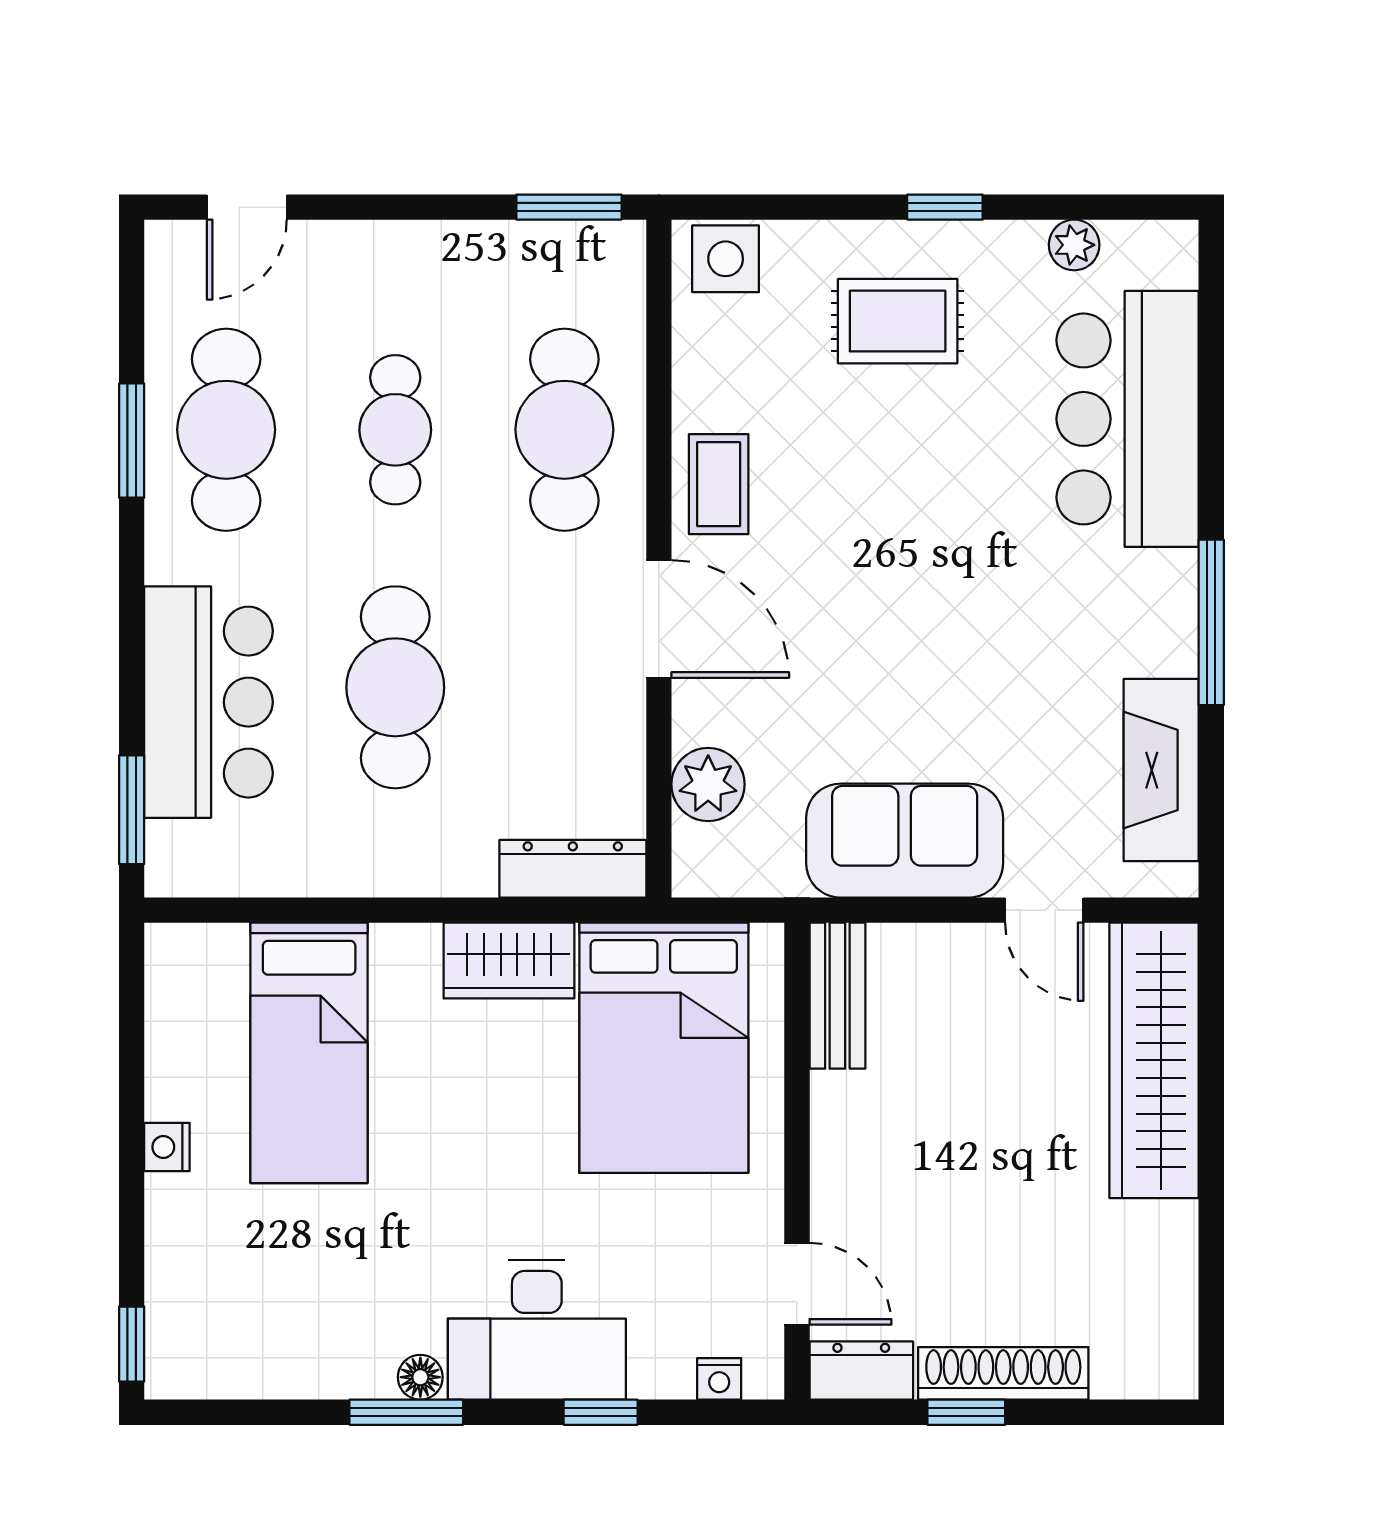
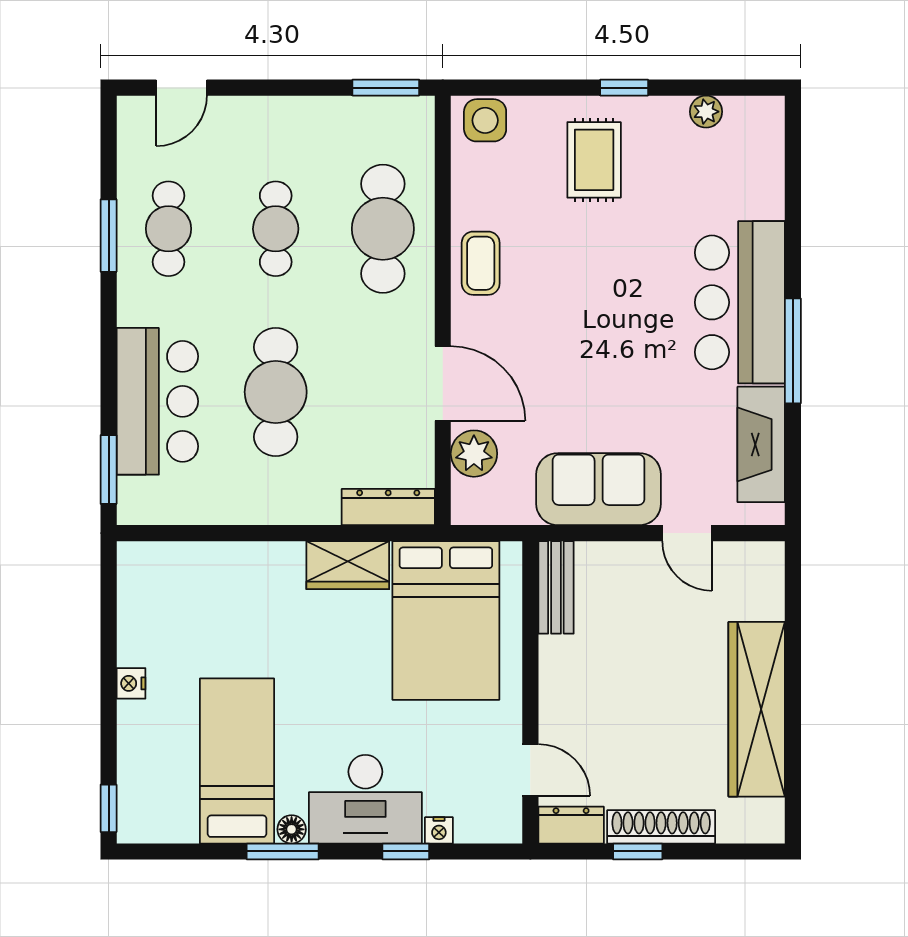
rug: (898, 321) -> (594, 160), turned 90
bar counter: (1128, 419) -> (740, 302), moved
cafe table: (226, 430) -> (168, 229), width x0.73, depth x0.74
door: (659, 619) -> (443, 384), moved
bed: (309, 1053) -> (237, 761), moved, turned 180
wardrobe: (1154, 1060) -> (757, 709), moved
nightstand: (719, 1379) -> (439, 830), moved

